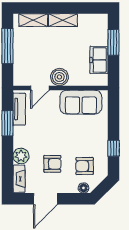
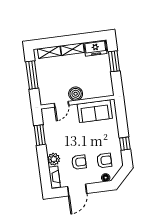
freezer: (99, 60) -> (95, 48), moved, turned -90
tv unit: (19, 109) -> (48, 123), removed
armchair: (85, 166) -> (104, 160), turned 180

